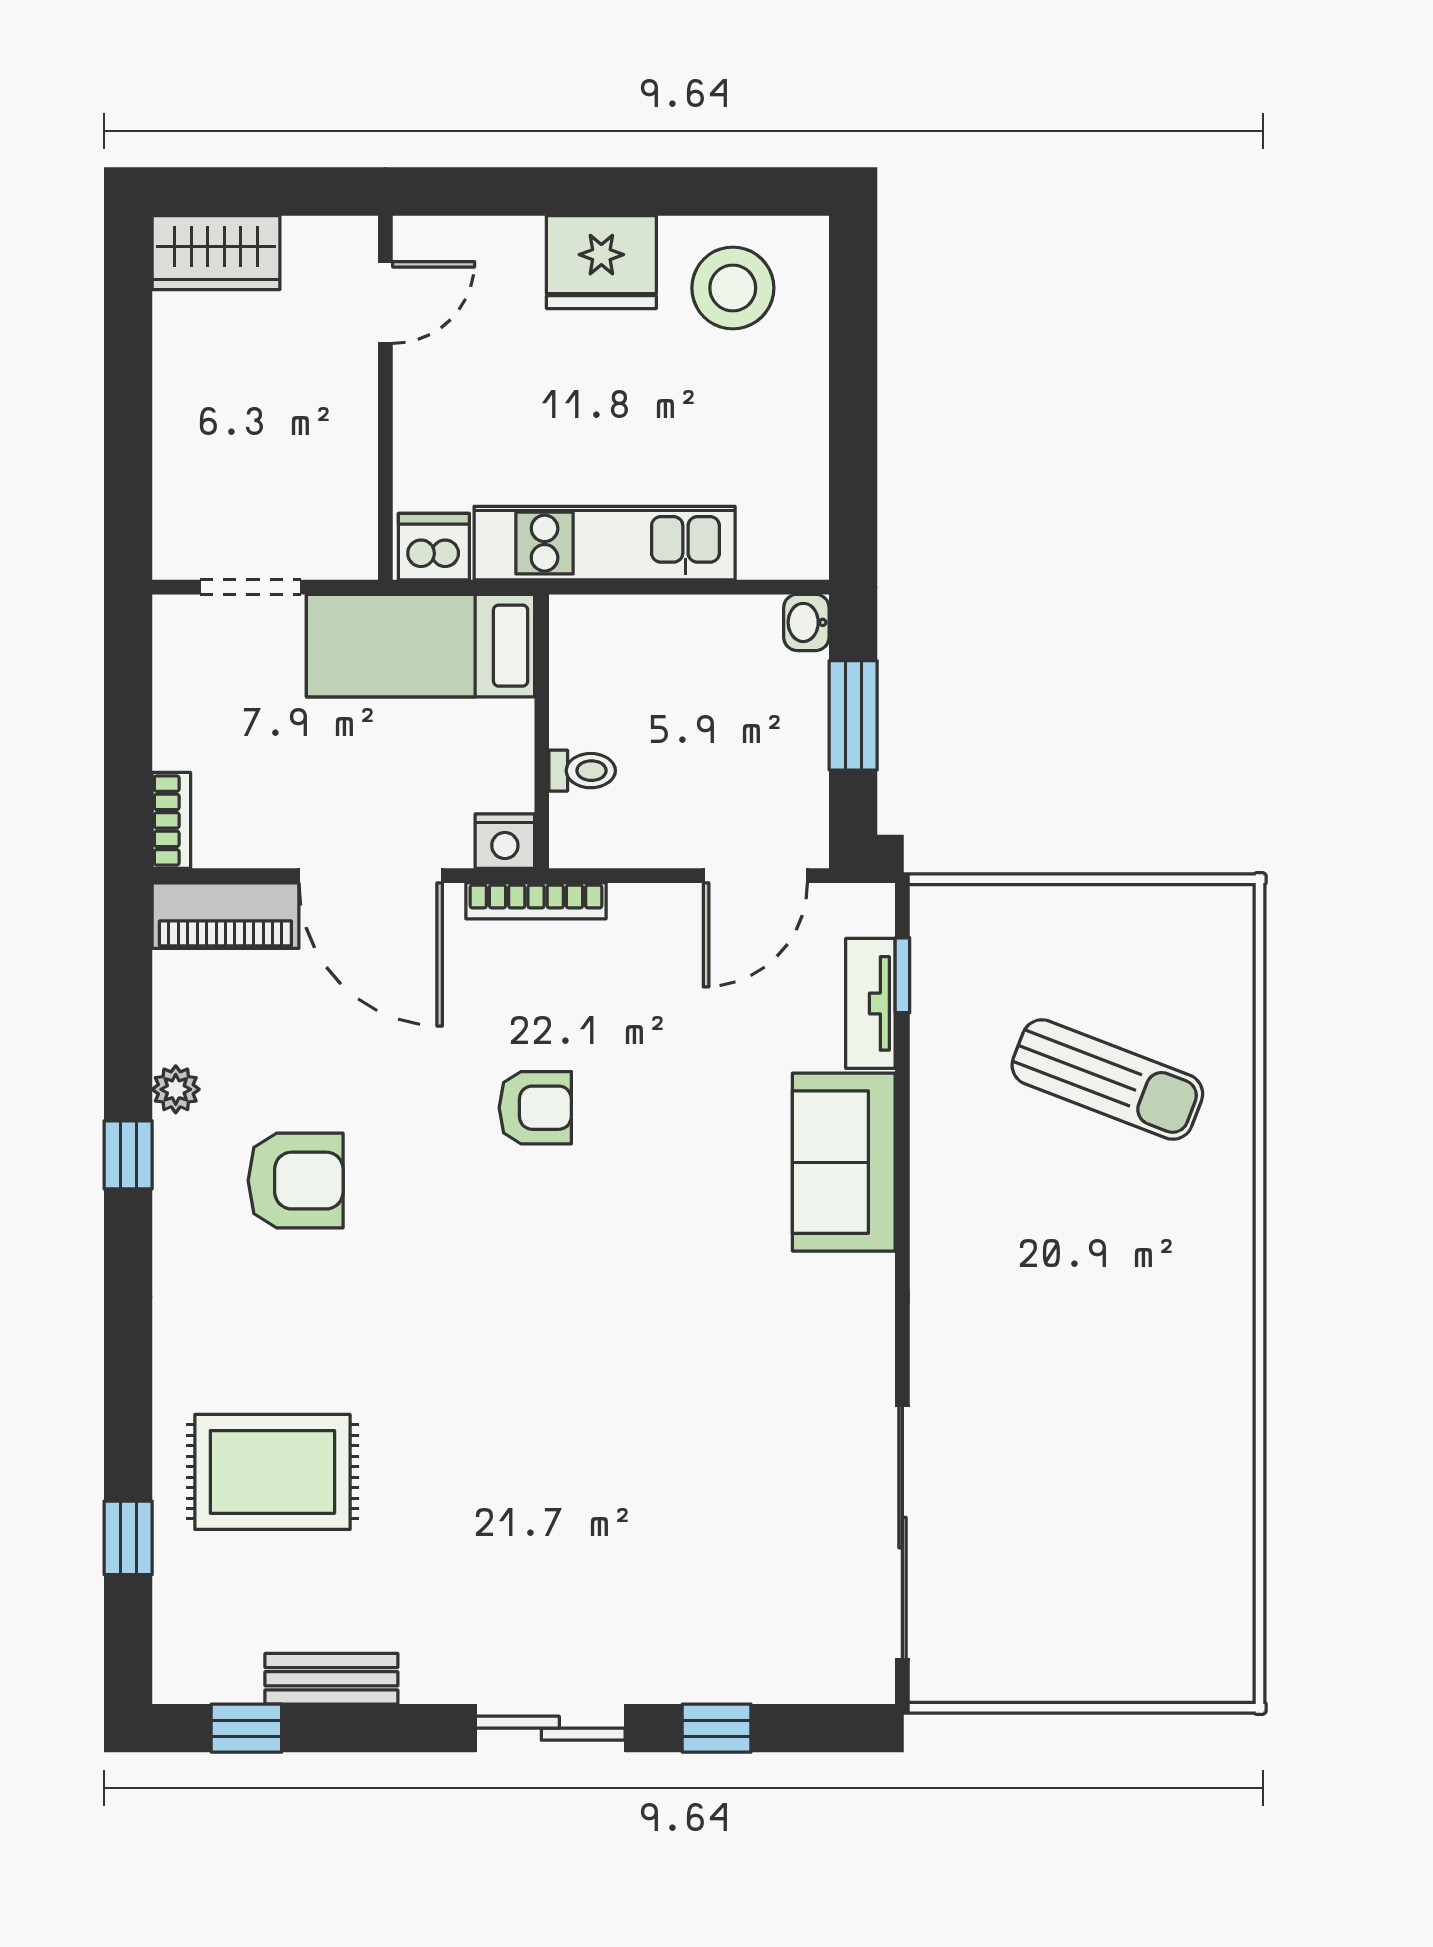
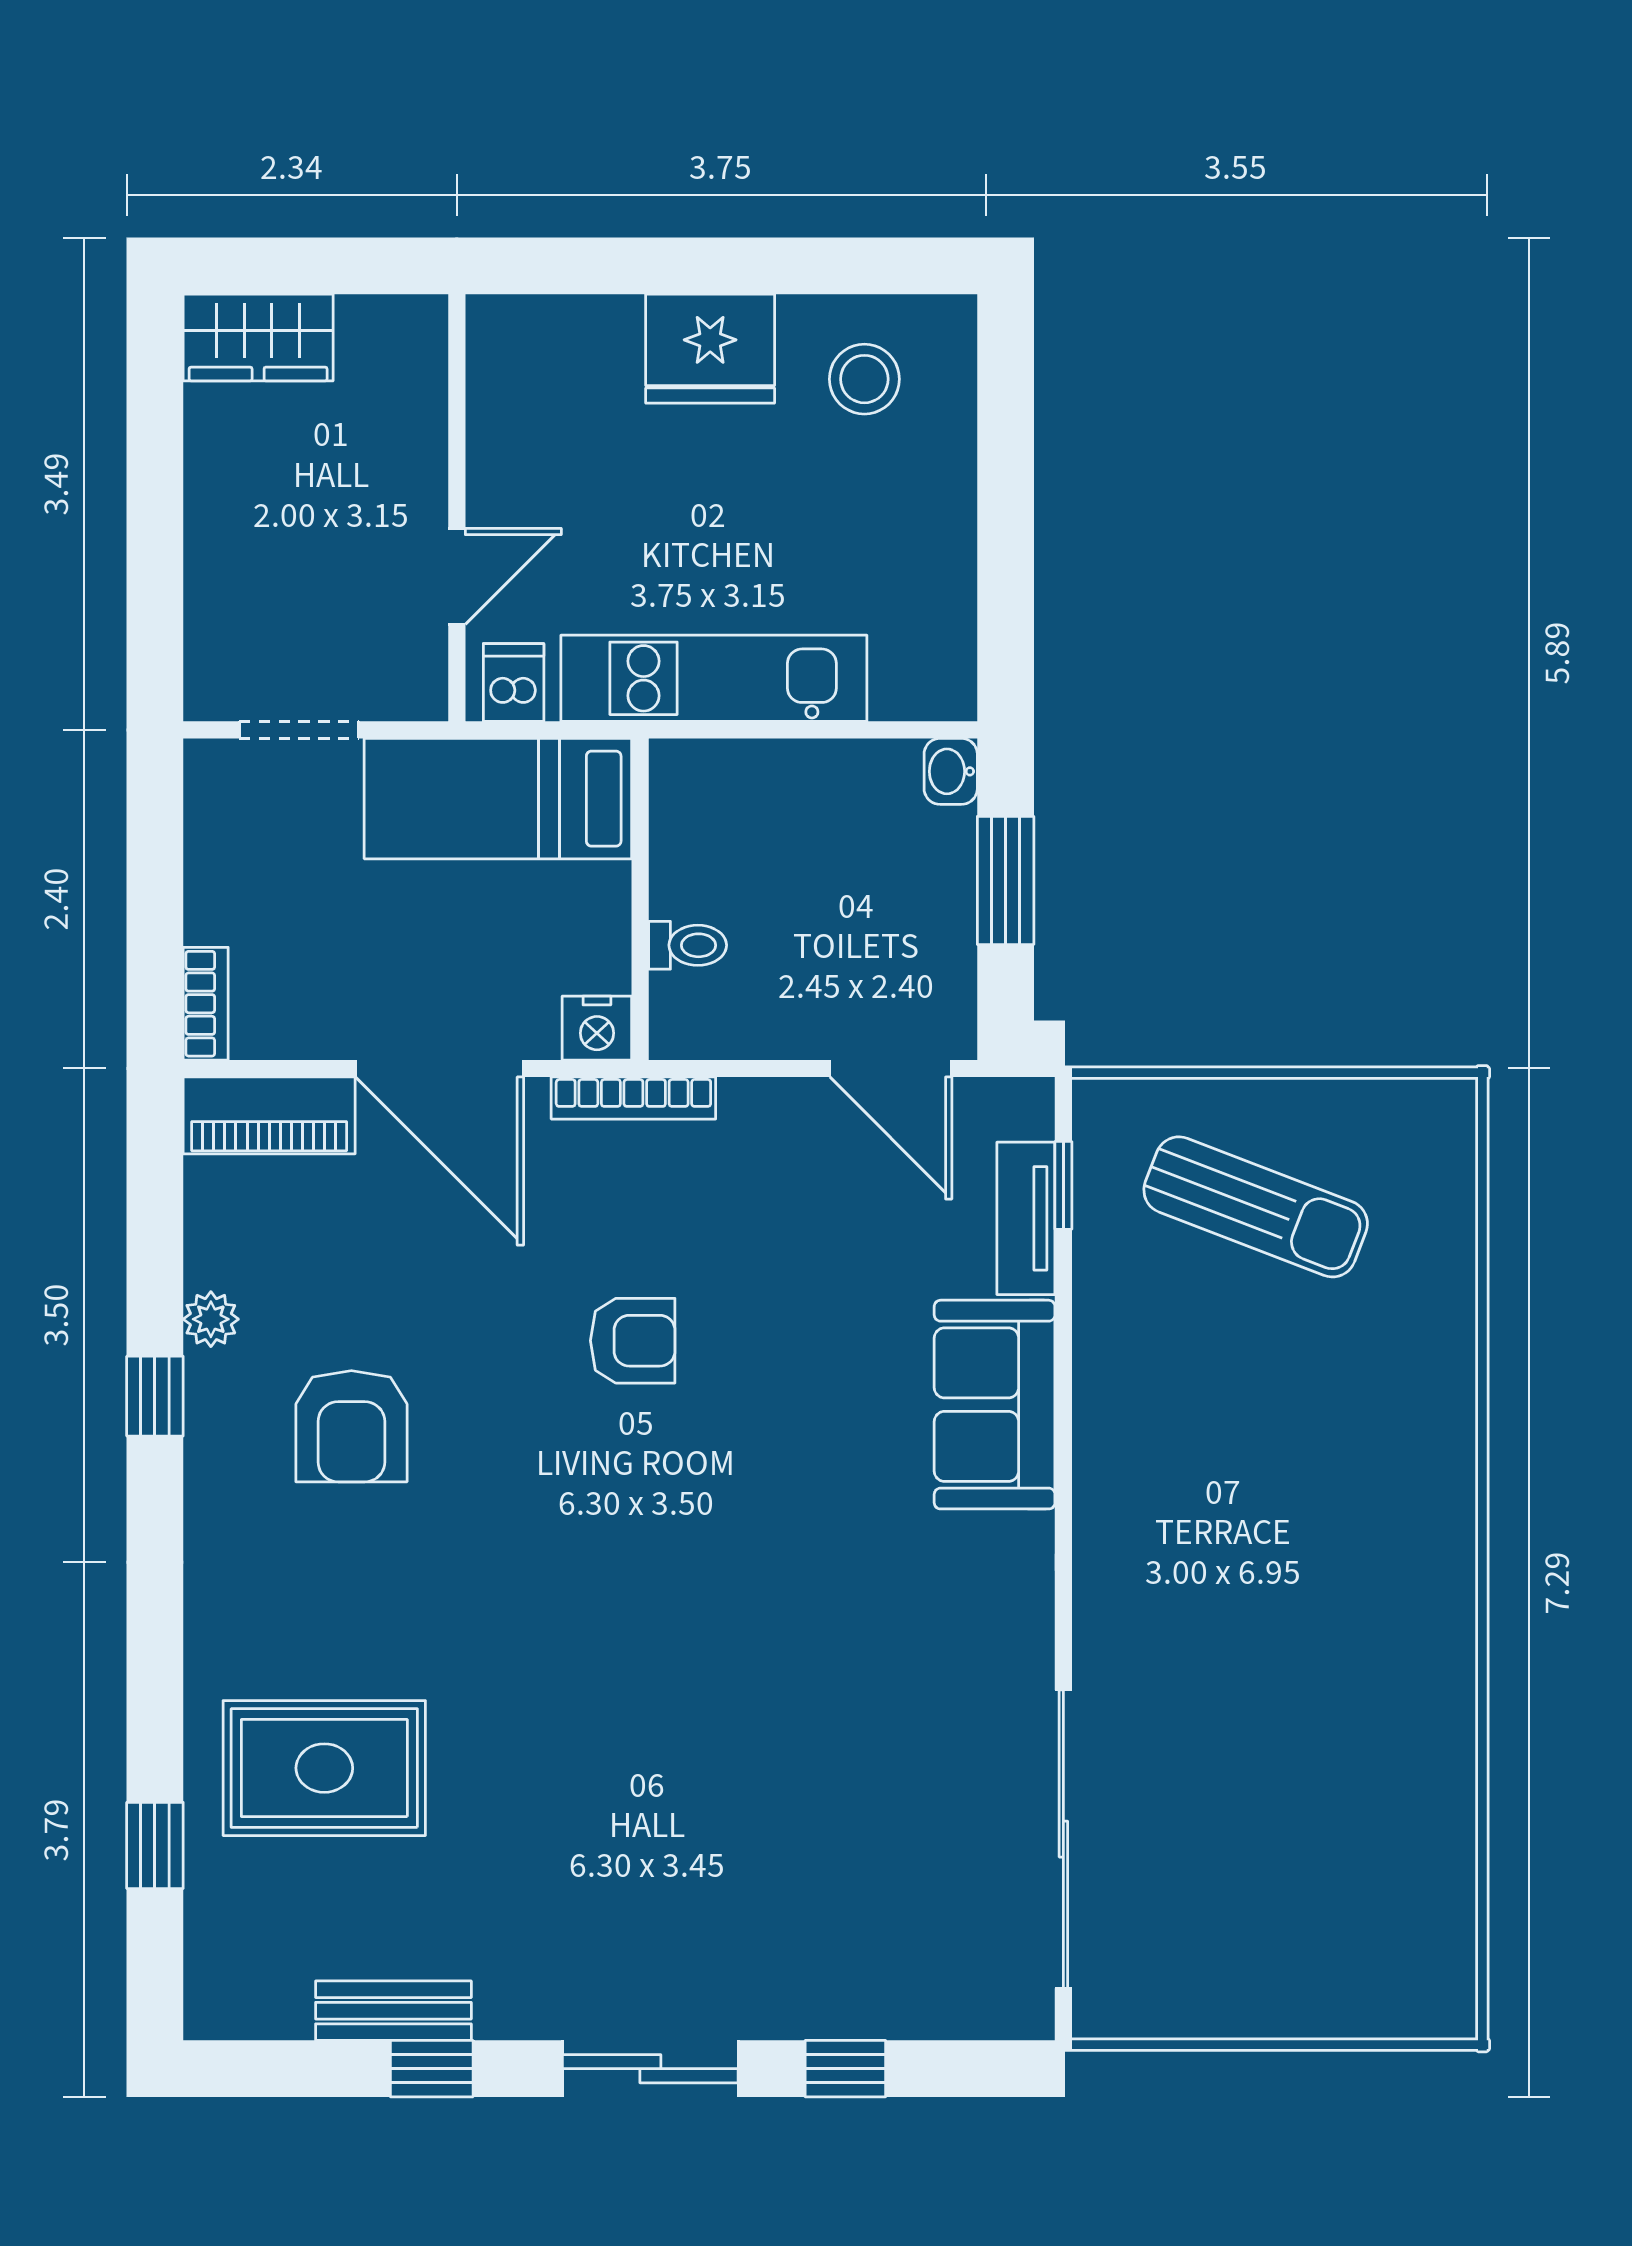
stool: (733, 288) -> (864, 379), width x0.73, depth x0.73
door: (385, 303) -> (457, 576), moved
dishwasher: (434, 547) -> (514, 683), width x0.73
door: (755, 876) -> (891, 1068), hinge flipped
sun lounger: (1107, 1080) -> (1256, 1207), moved
armchair: (296, 1181) -> (351, 1426), turned 90
window: (246, 1728) -> (432, 2069), moved

